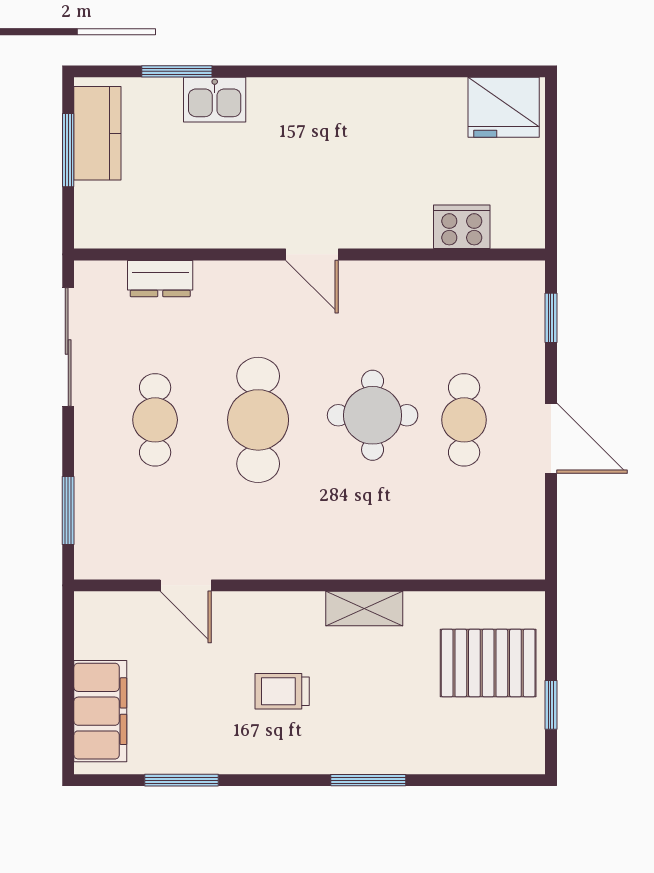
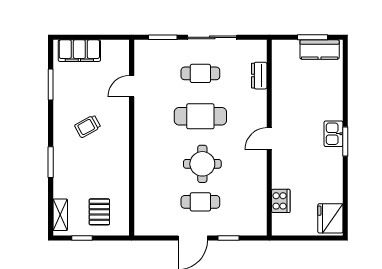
window: (177, 71) -> (345, 142), moved
kitchen sink: (215, 100) -> (333, 134), moved
window: (551, 318) -> (229, 238), moved
sliding door: (68, 347) -> (212, 37), moved
shelving: (364, 609) -> (60, 215), moved
pallet: (488, 663) -> (99, 212), width x0.67, depth x0.71
trolley: (282, 691) -> (88, 126), turned -119

